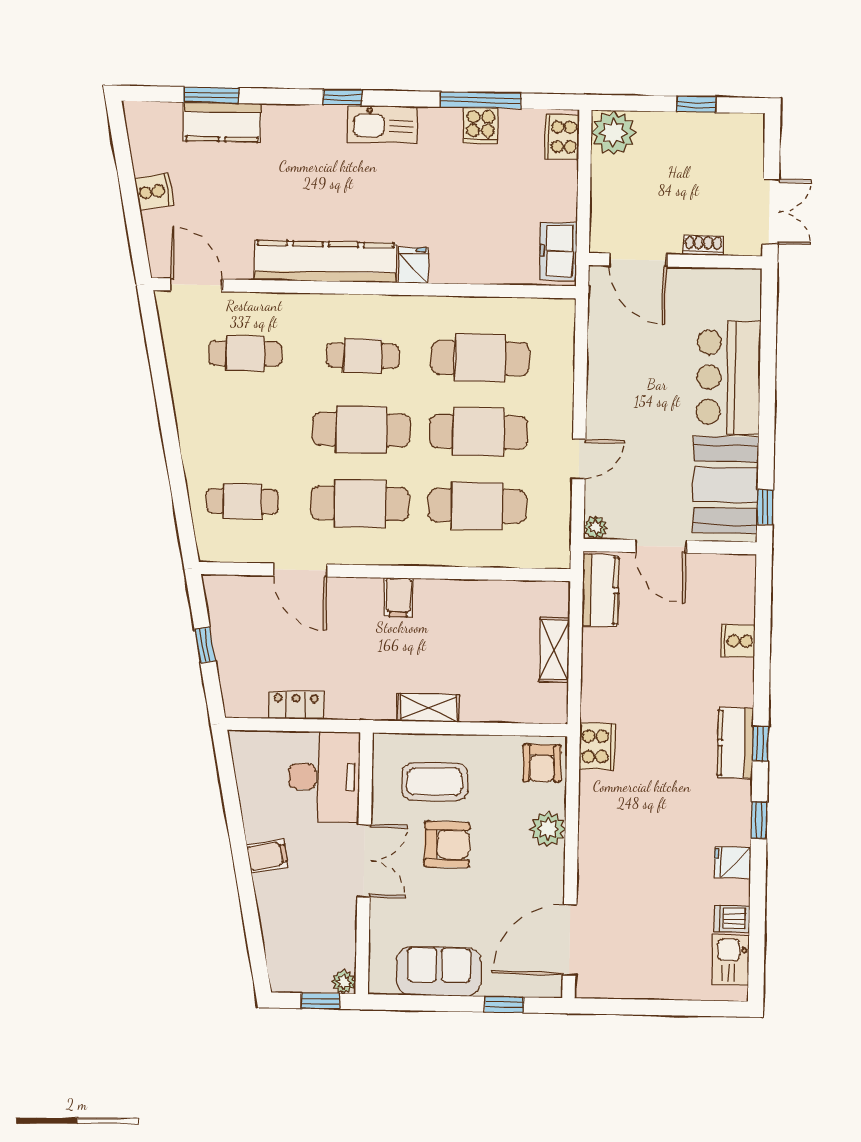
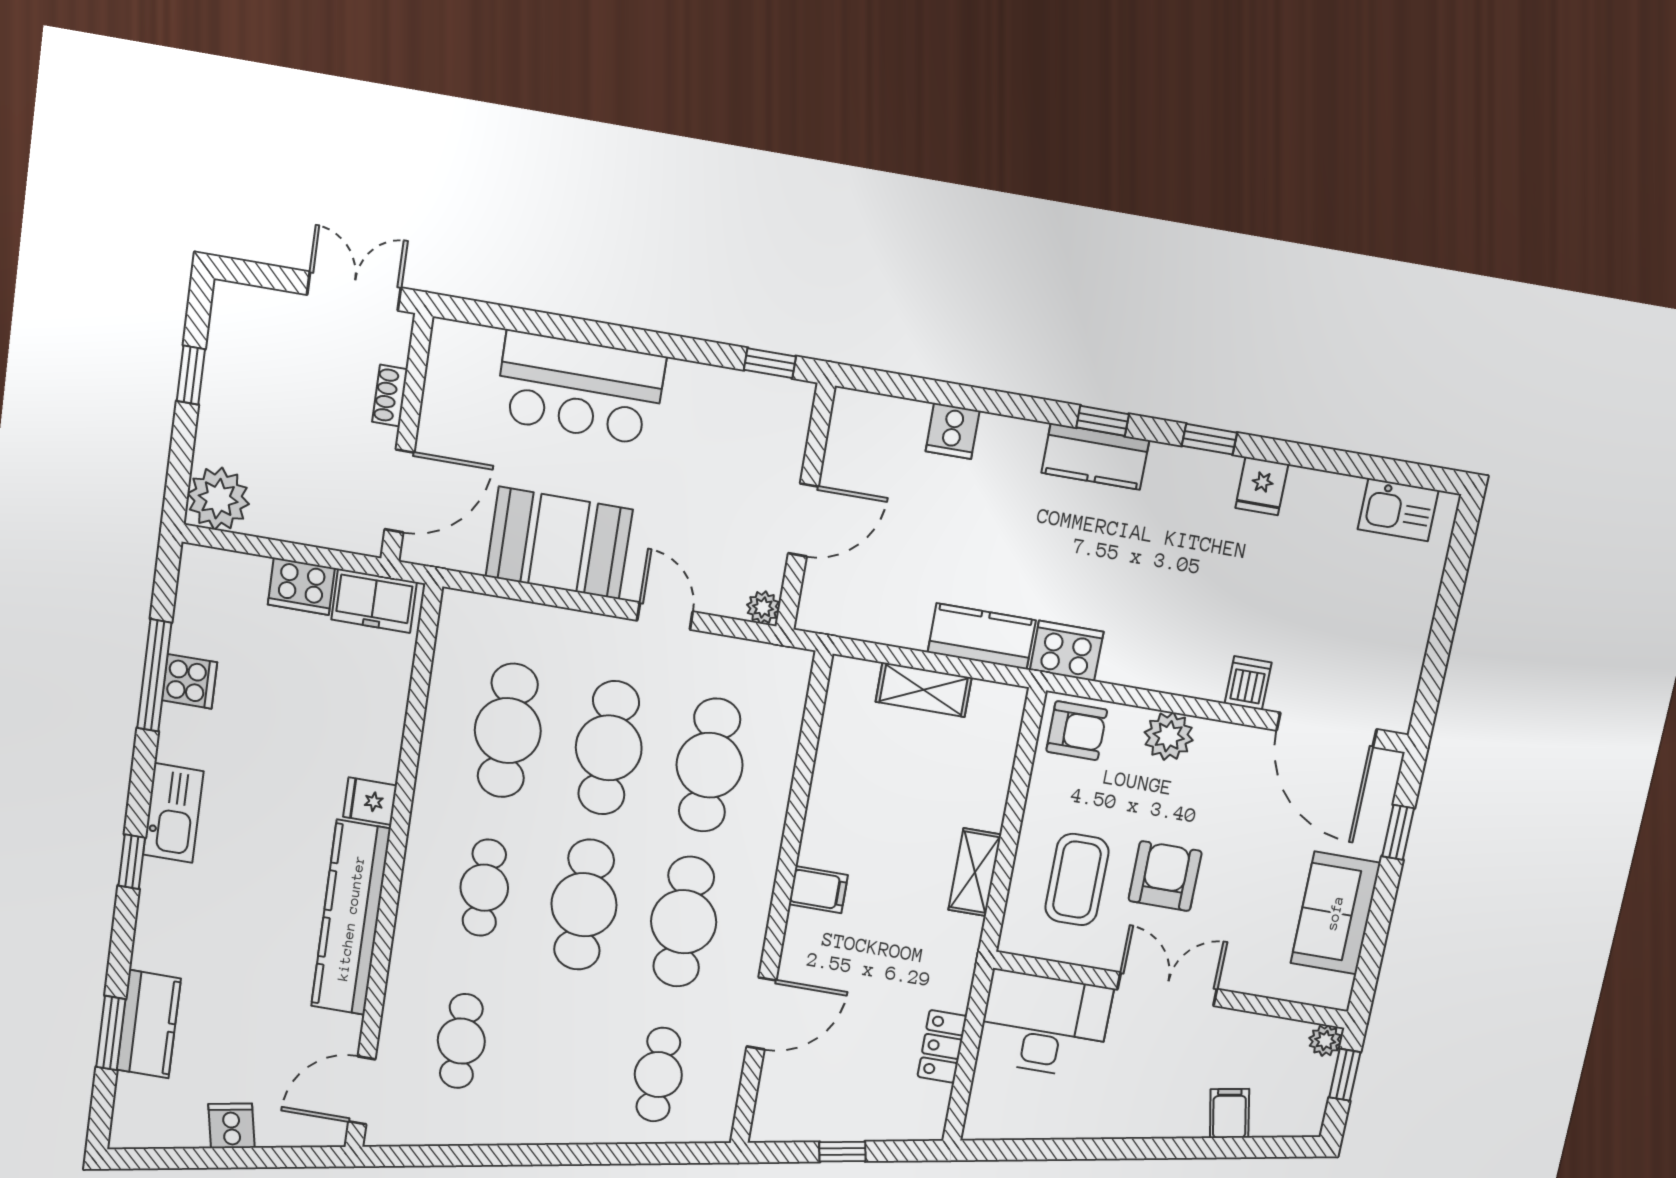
cooker: (562, 137) -> (301, 586), moved
booth: (726, 485) -> (559, 543), moved
kitchen counter: (600, 590) -> (982, 636), moved
filing cabinet: (267, 856) -> (1229, 1113), moved
dishwasher: (732, 919) -> (1248, 683), moved, turned 180

